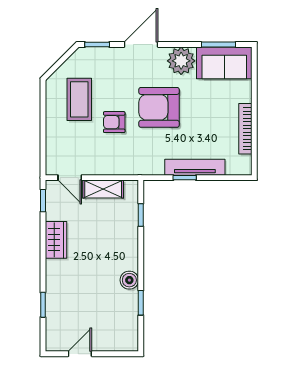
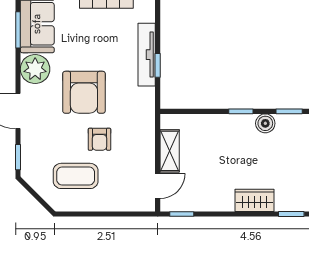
window: (141, 215) -> (241, 111), moved
wardrobe: (56, 240) -> (255, 200), moved

